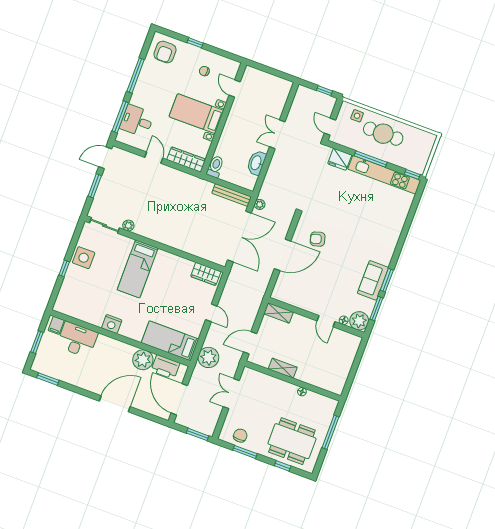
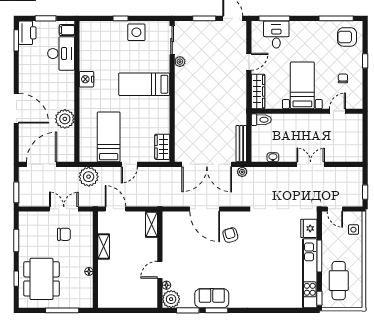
window: (136, 76) -> (336, 18), moved
door: (330, 127) -> (335, 209), swing flipped
cafe table: (383, 134) -> (339, 281), moved
washbasin: (256, 163) -> (273, 157), width x0.52, depth x0.69
bed: (170, 341) -> (109, 137), moved
printer: (165, 367) -> (27, 33), moved, turned 180
chair: (240, 436) -> (64, 234), moved

